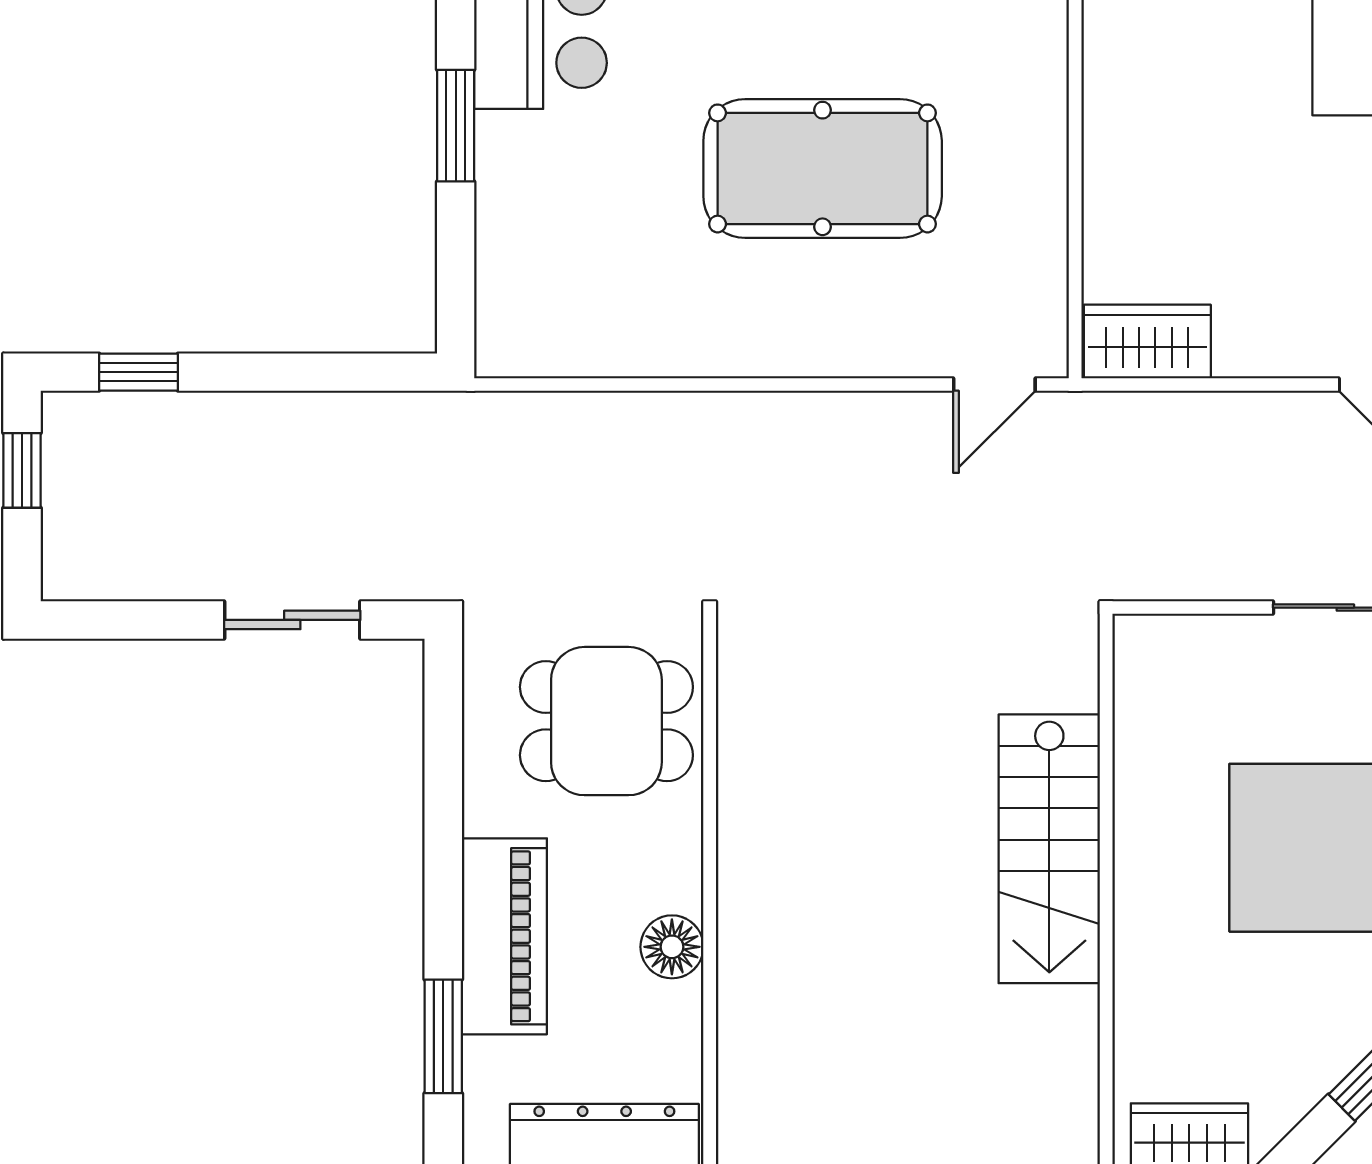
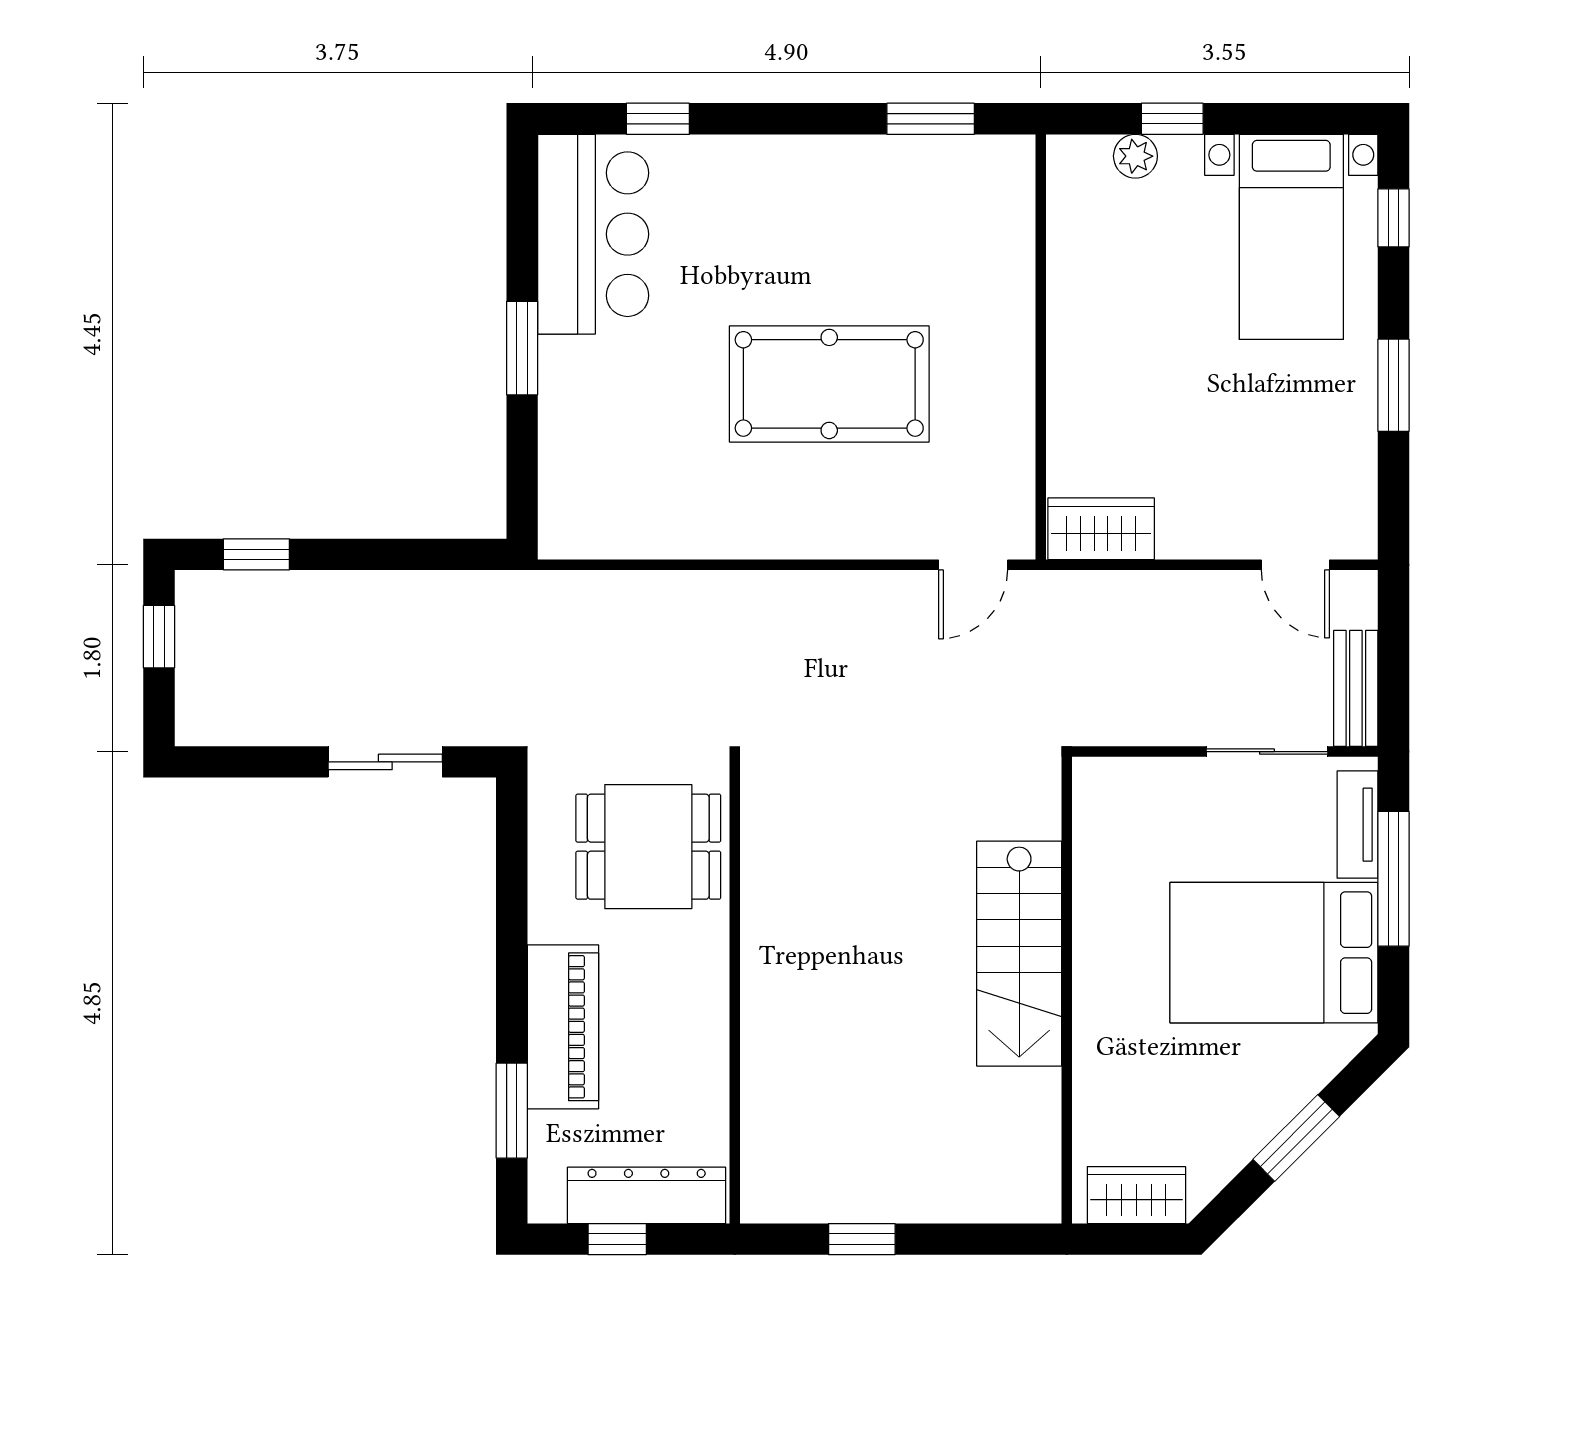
floor lamp: (672, 947) -> (703, 1036), removed

